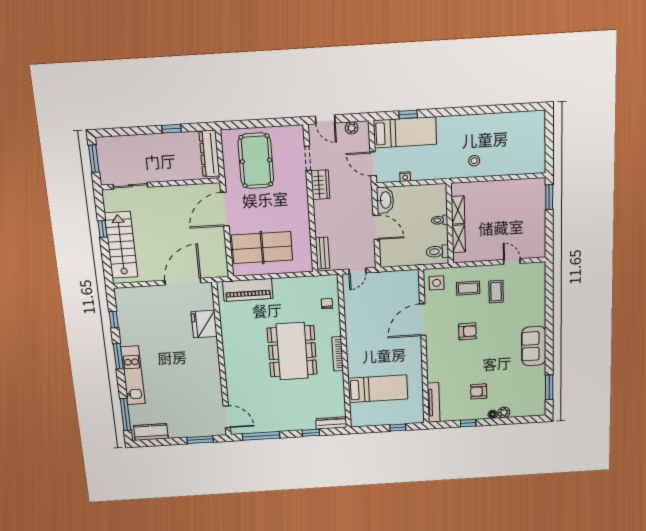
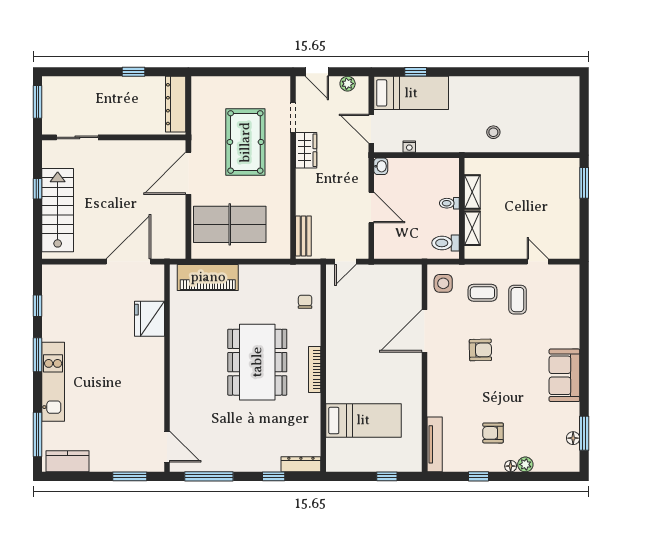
pool table: (256, 161) -> (245, 142), moved
washbasin: (385, 200) -> (381, 166), width x0.52, depth x0.69
floor lamp: (541, 391) -> (573, 438), added

